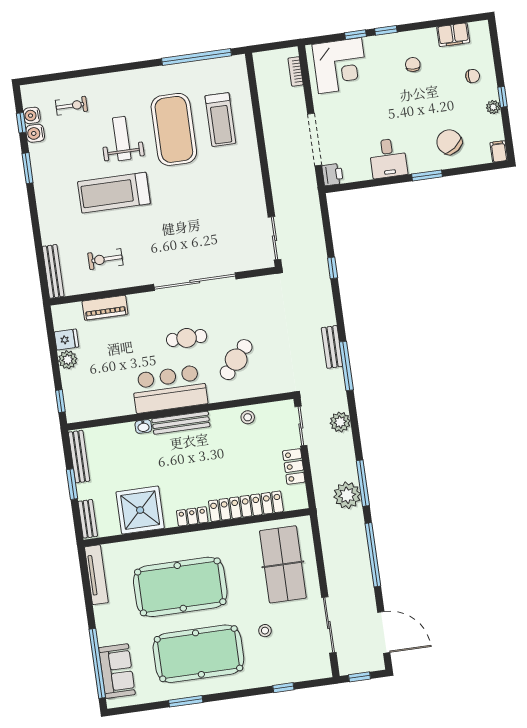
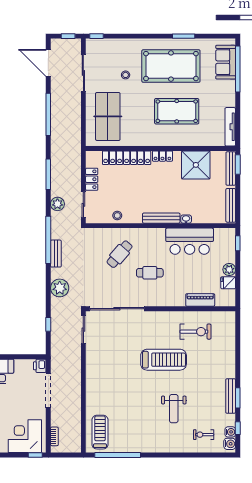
window: (356, 35) -> (35, 455), moved
treadmill: (220, 120) -> (100, 432), moved
exercise mat: (174, 129) -> (139, 410), removed
water cooler: (35, 133) -> (230, 444), moved
treadmill: (114, 193) -> (164, 360), moved
exercise bike: (105, 259) -> (196, 332), width x1.38, depth x1.39
window: (333, 268) -> (48, 324), moved
bench: (53, 271) -> (231, 396), moved
sliding door: (195, 282) -> (117, 309), moved
window: (346, 366) -> (48, 240), width x1.46
bar counter: (170, 389) -> (190, 241), moved
window: (363, 483) -> (48, 174), moved
window: (72, 484) -> (238, 164), moved
plant: (347, 495) -> (60, 288), moved
bench: (88, 519) -> (231, 169), width x1.36
pool table: (180, 587) -> (177, 111), width x0.73, depth x0.76
window: (283, 688) -> (96, 36), moved

